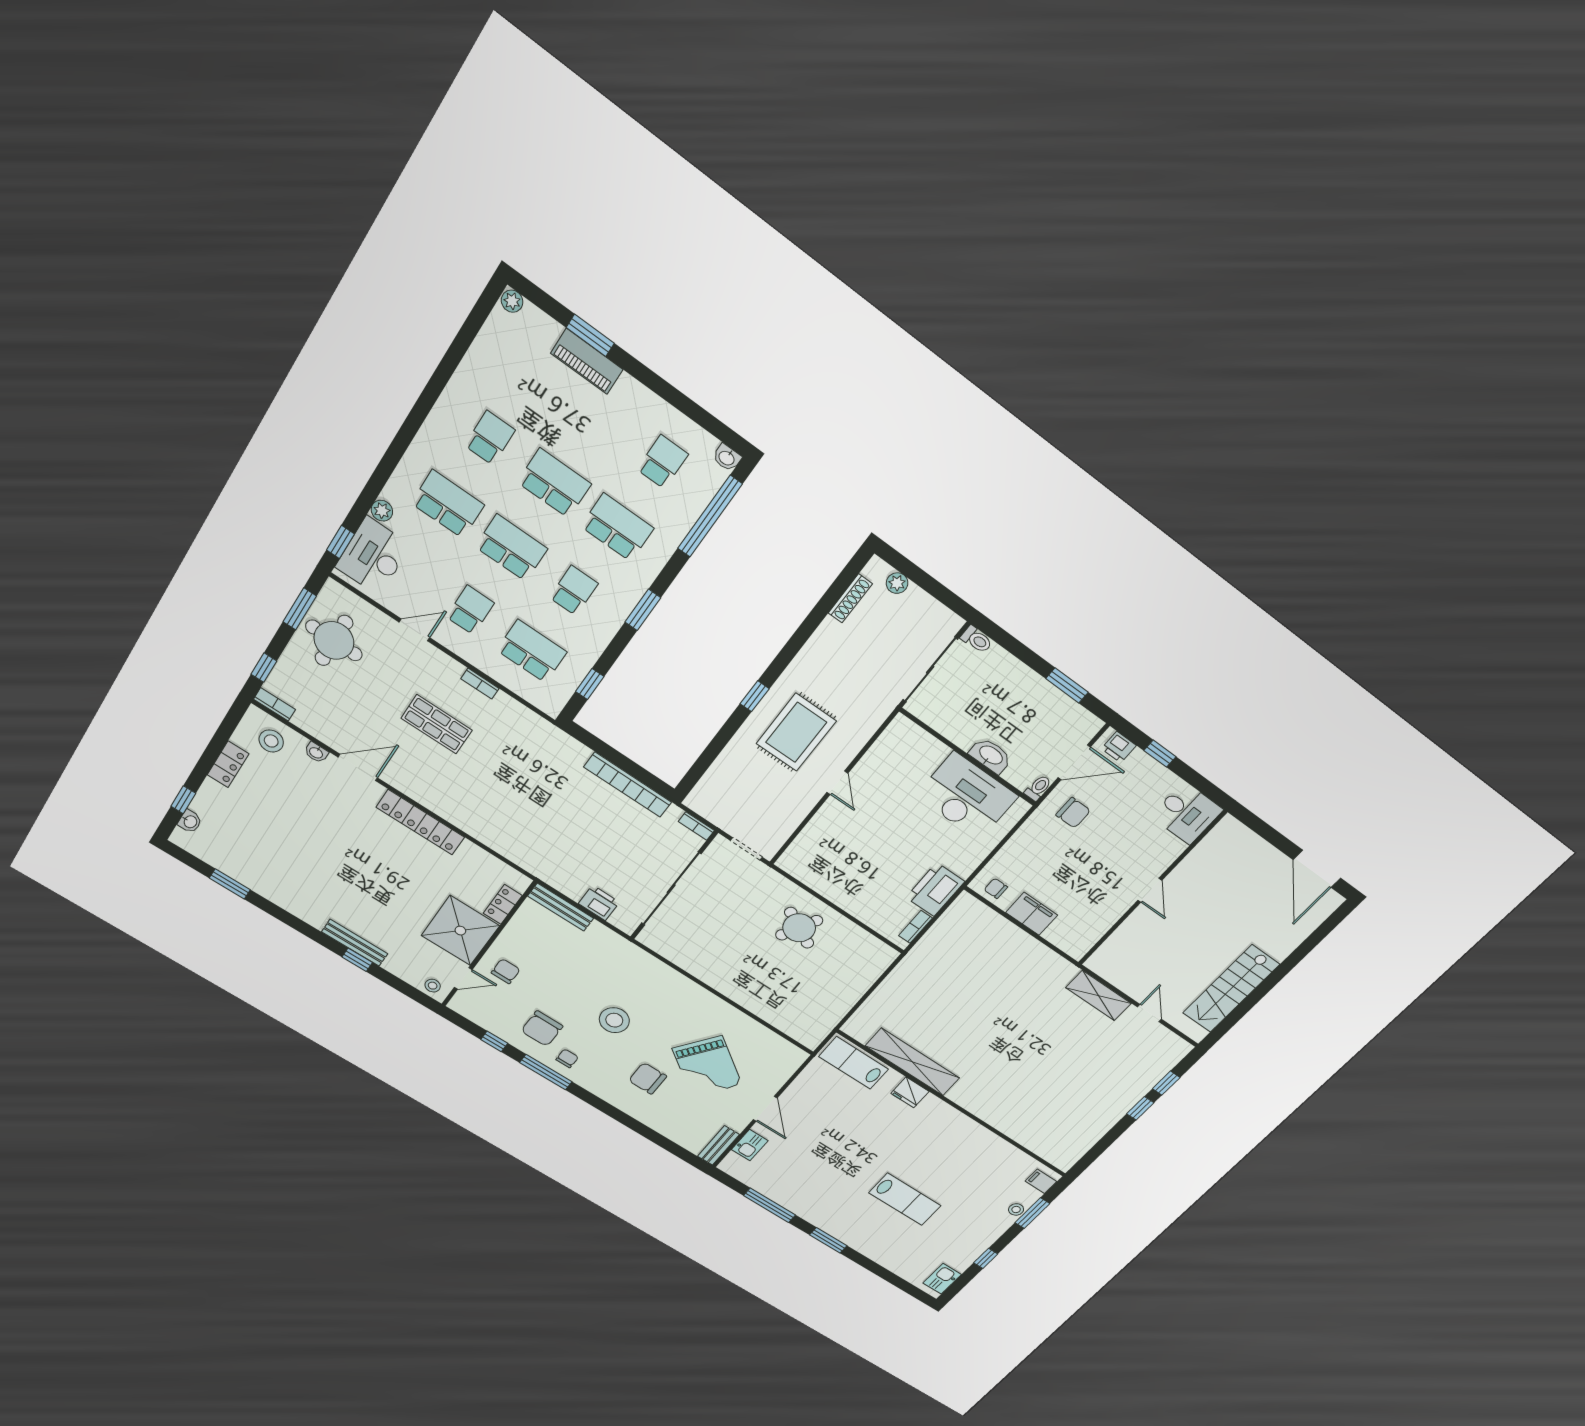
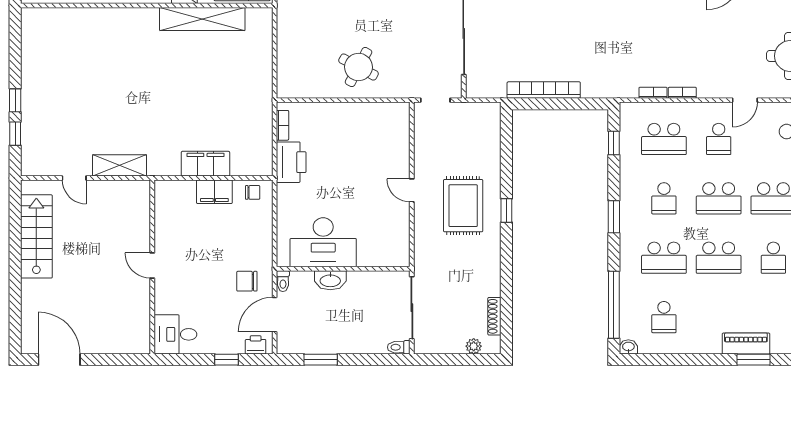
shop shelf: (437, 724) -> (692, 44), removed
bookcase: (696, 826) -> (653, 93), moved
filing cabinet: (1018, 943) -> (205, 164), added

